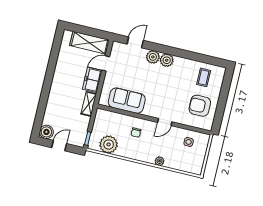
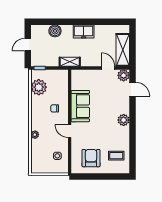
plant: (153, 57) -> (124, 75), moved
freezer: (92, 80) -> (84, 32), moved, turned 180
sofa: (127, 101) -> (80, 106), moved
boiler: (46, 132) -> (55, 31), moved
door: (59, 146) -> (28, 45), swing flipped

